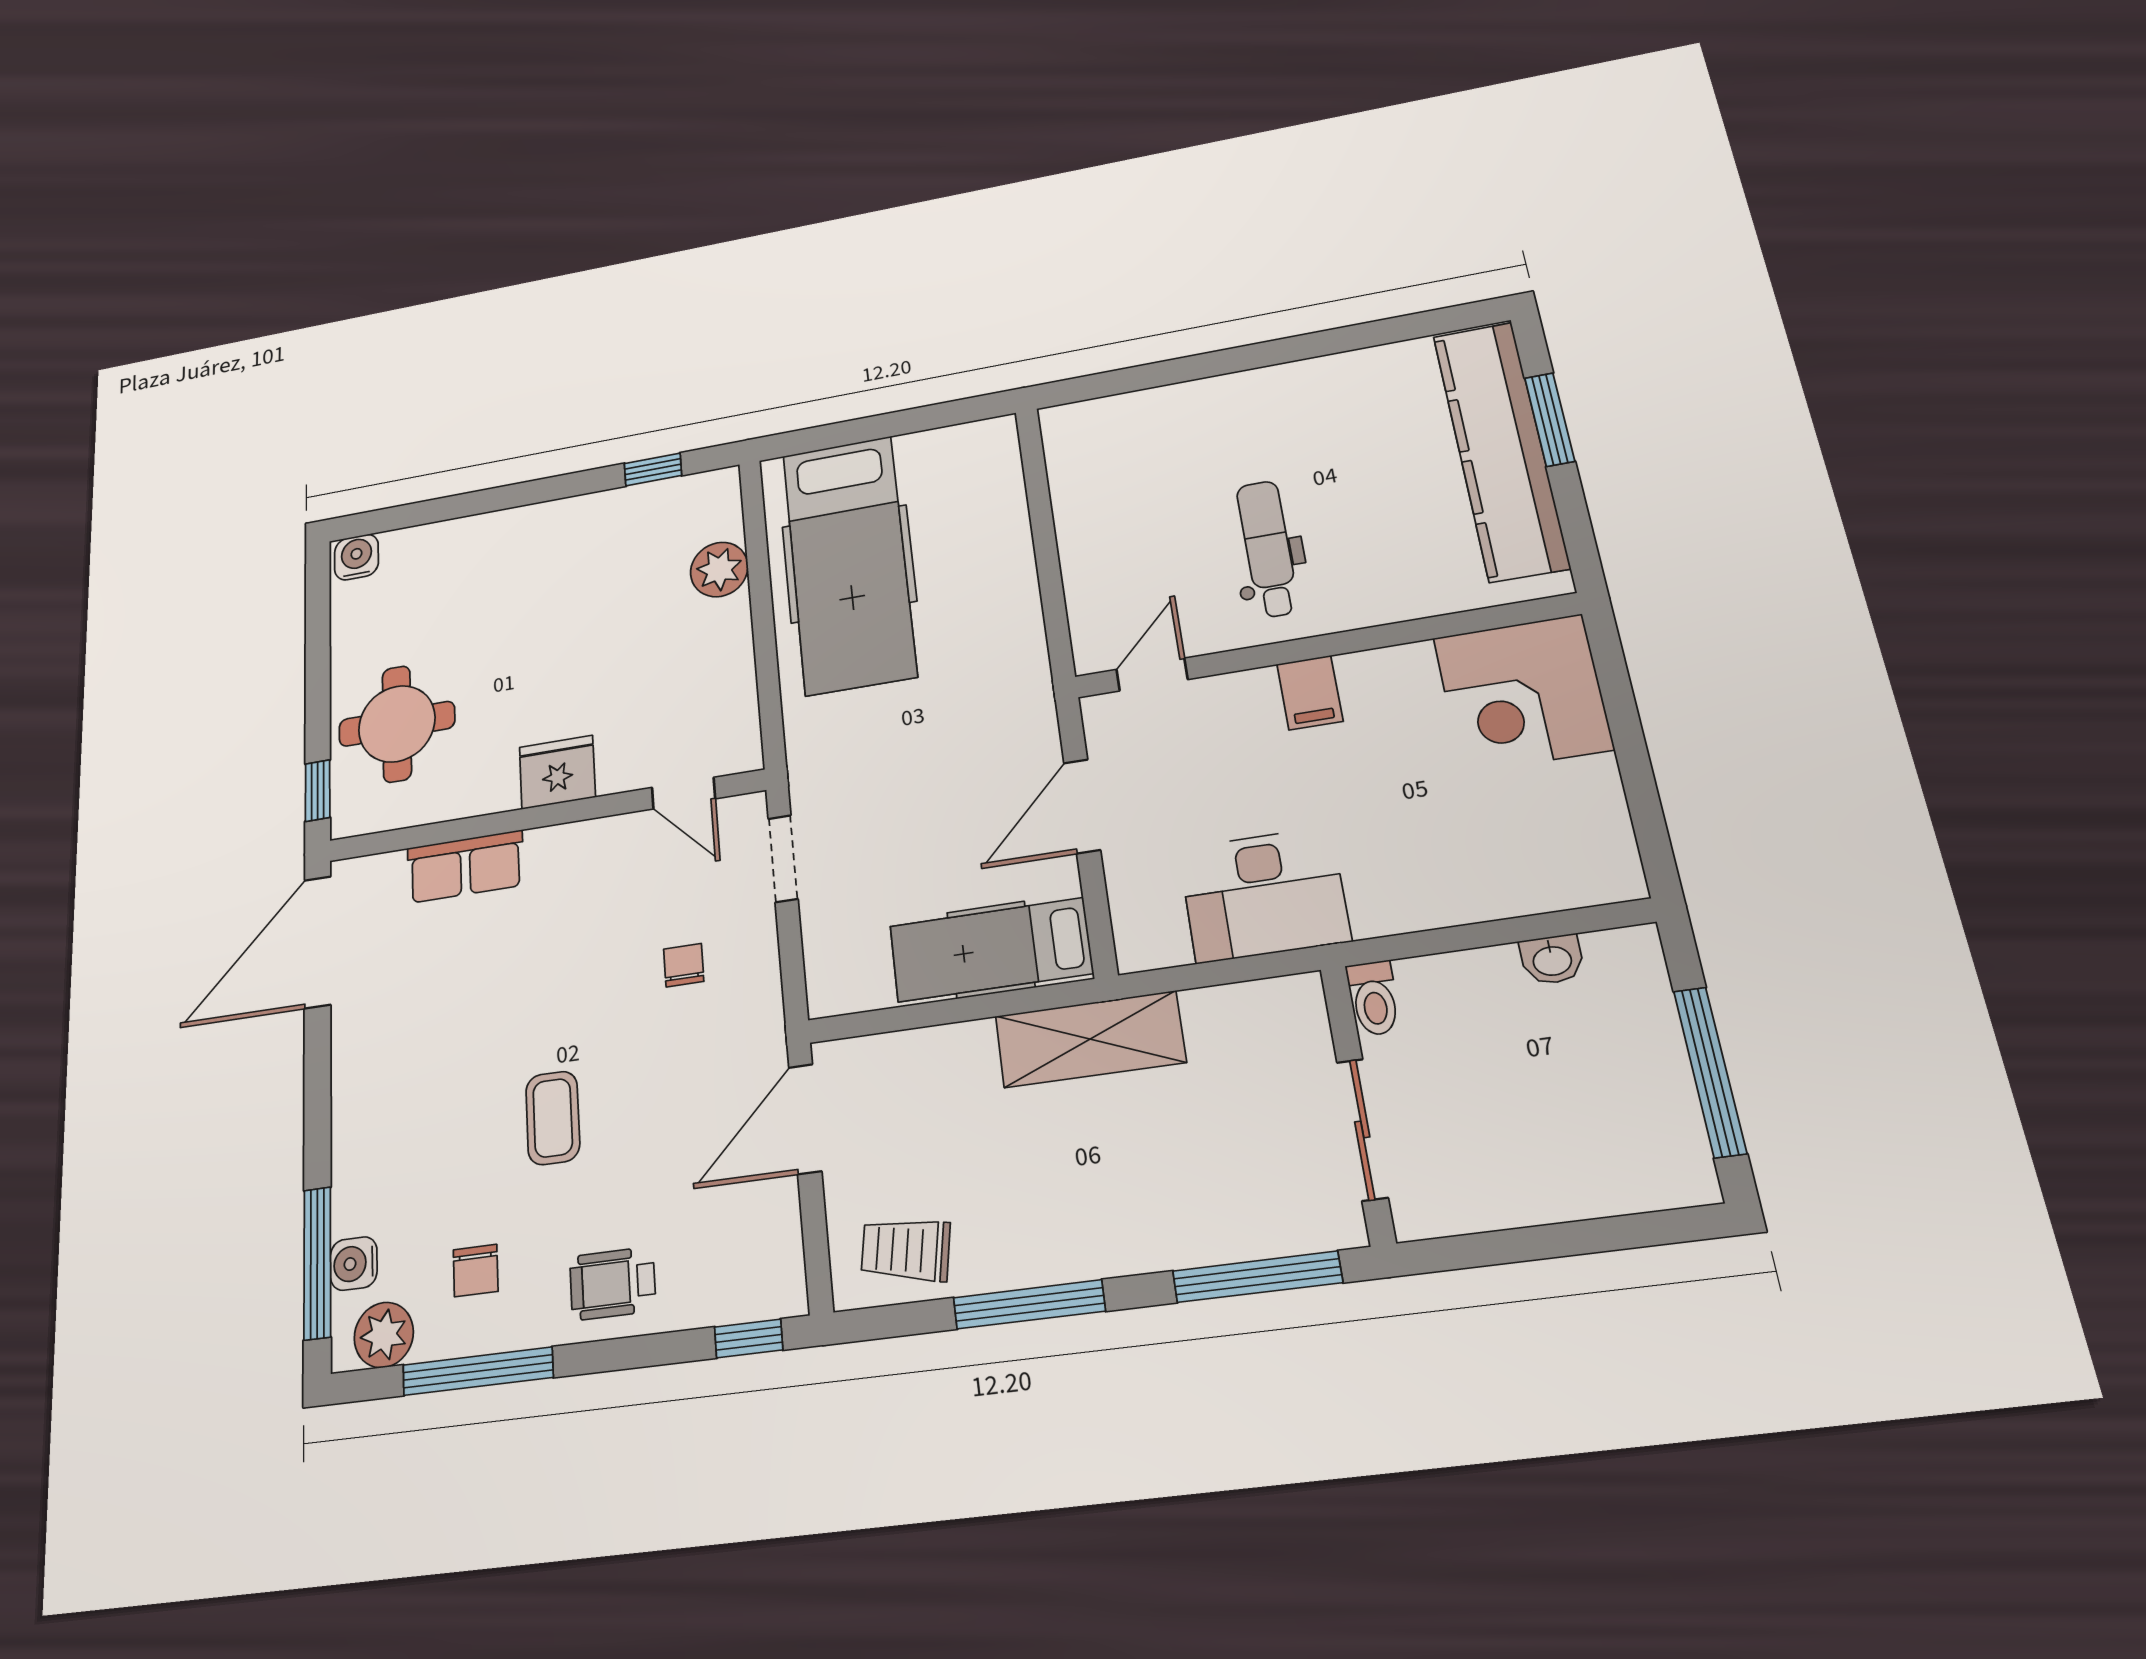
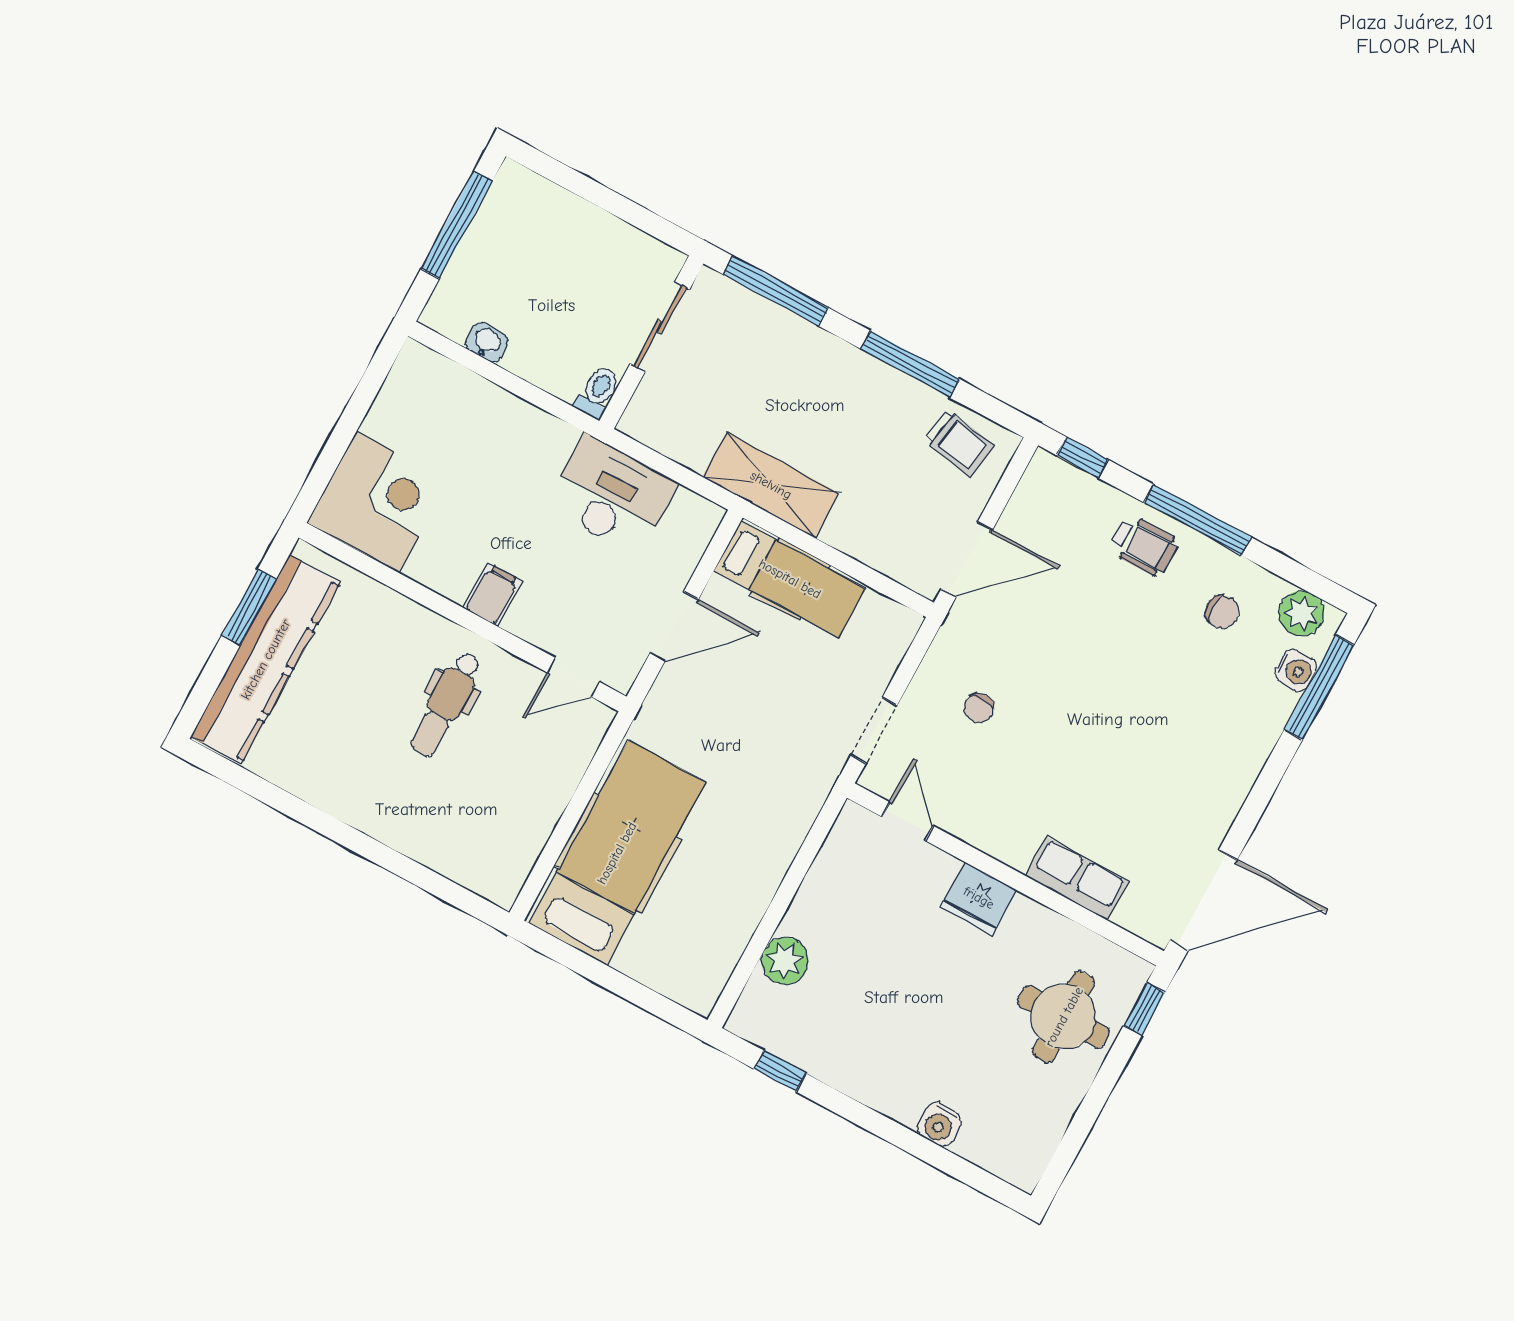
window: (1550, 419) -> (249, 607), moved
water cooler: (356, 557) -> (939, 1124), moved
hospital bed: (849, 564) -> (617, 853), moved
coffee table: (553, 1118) -> (1119, 671), removed
chair: (476, 1271) -> (1222, 612), turned 90
window: (478, 1371) -> (1198, 520), moved

